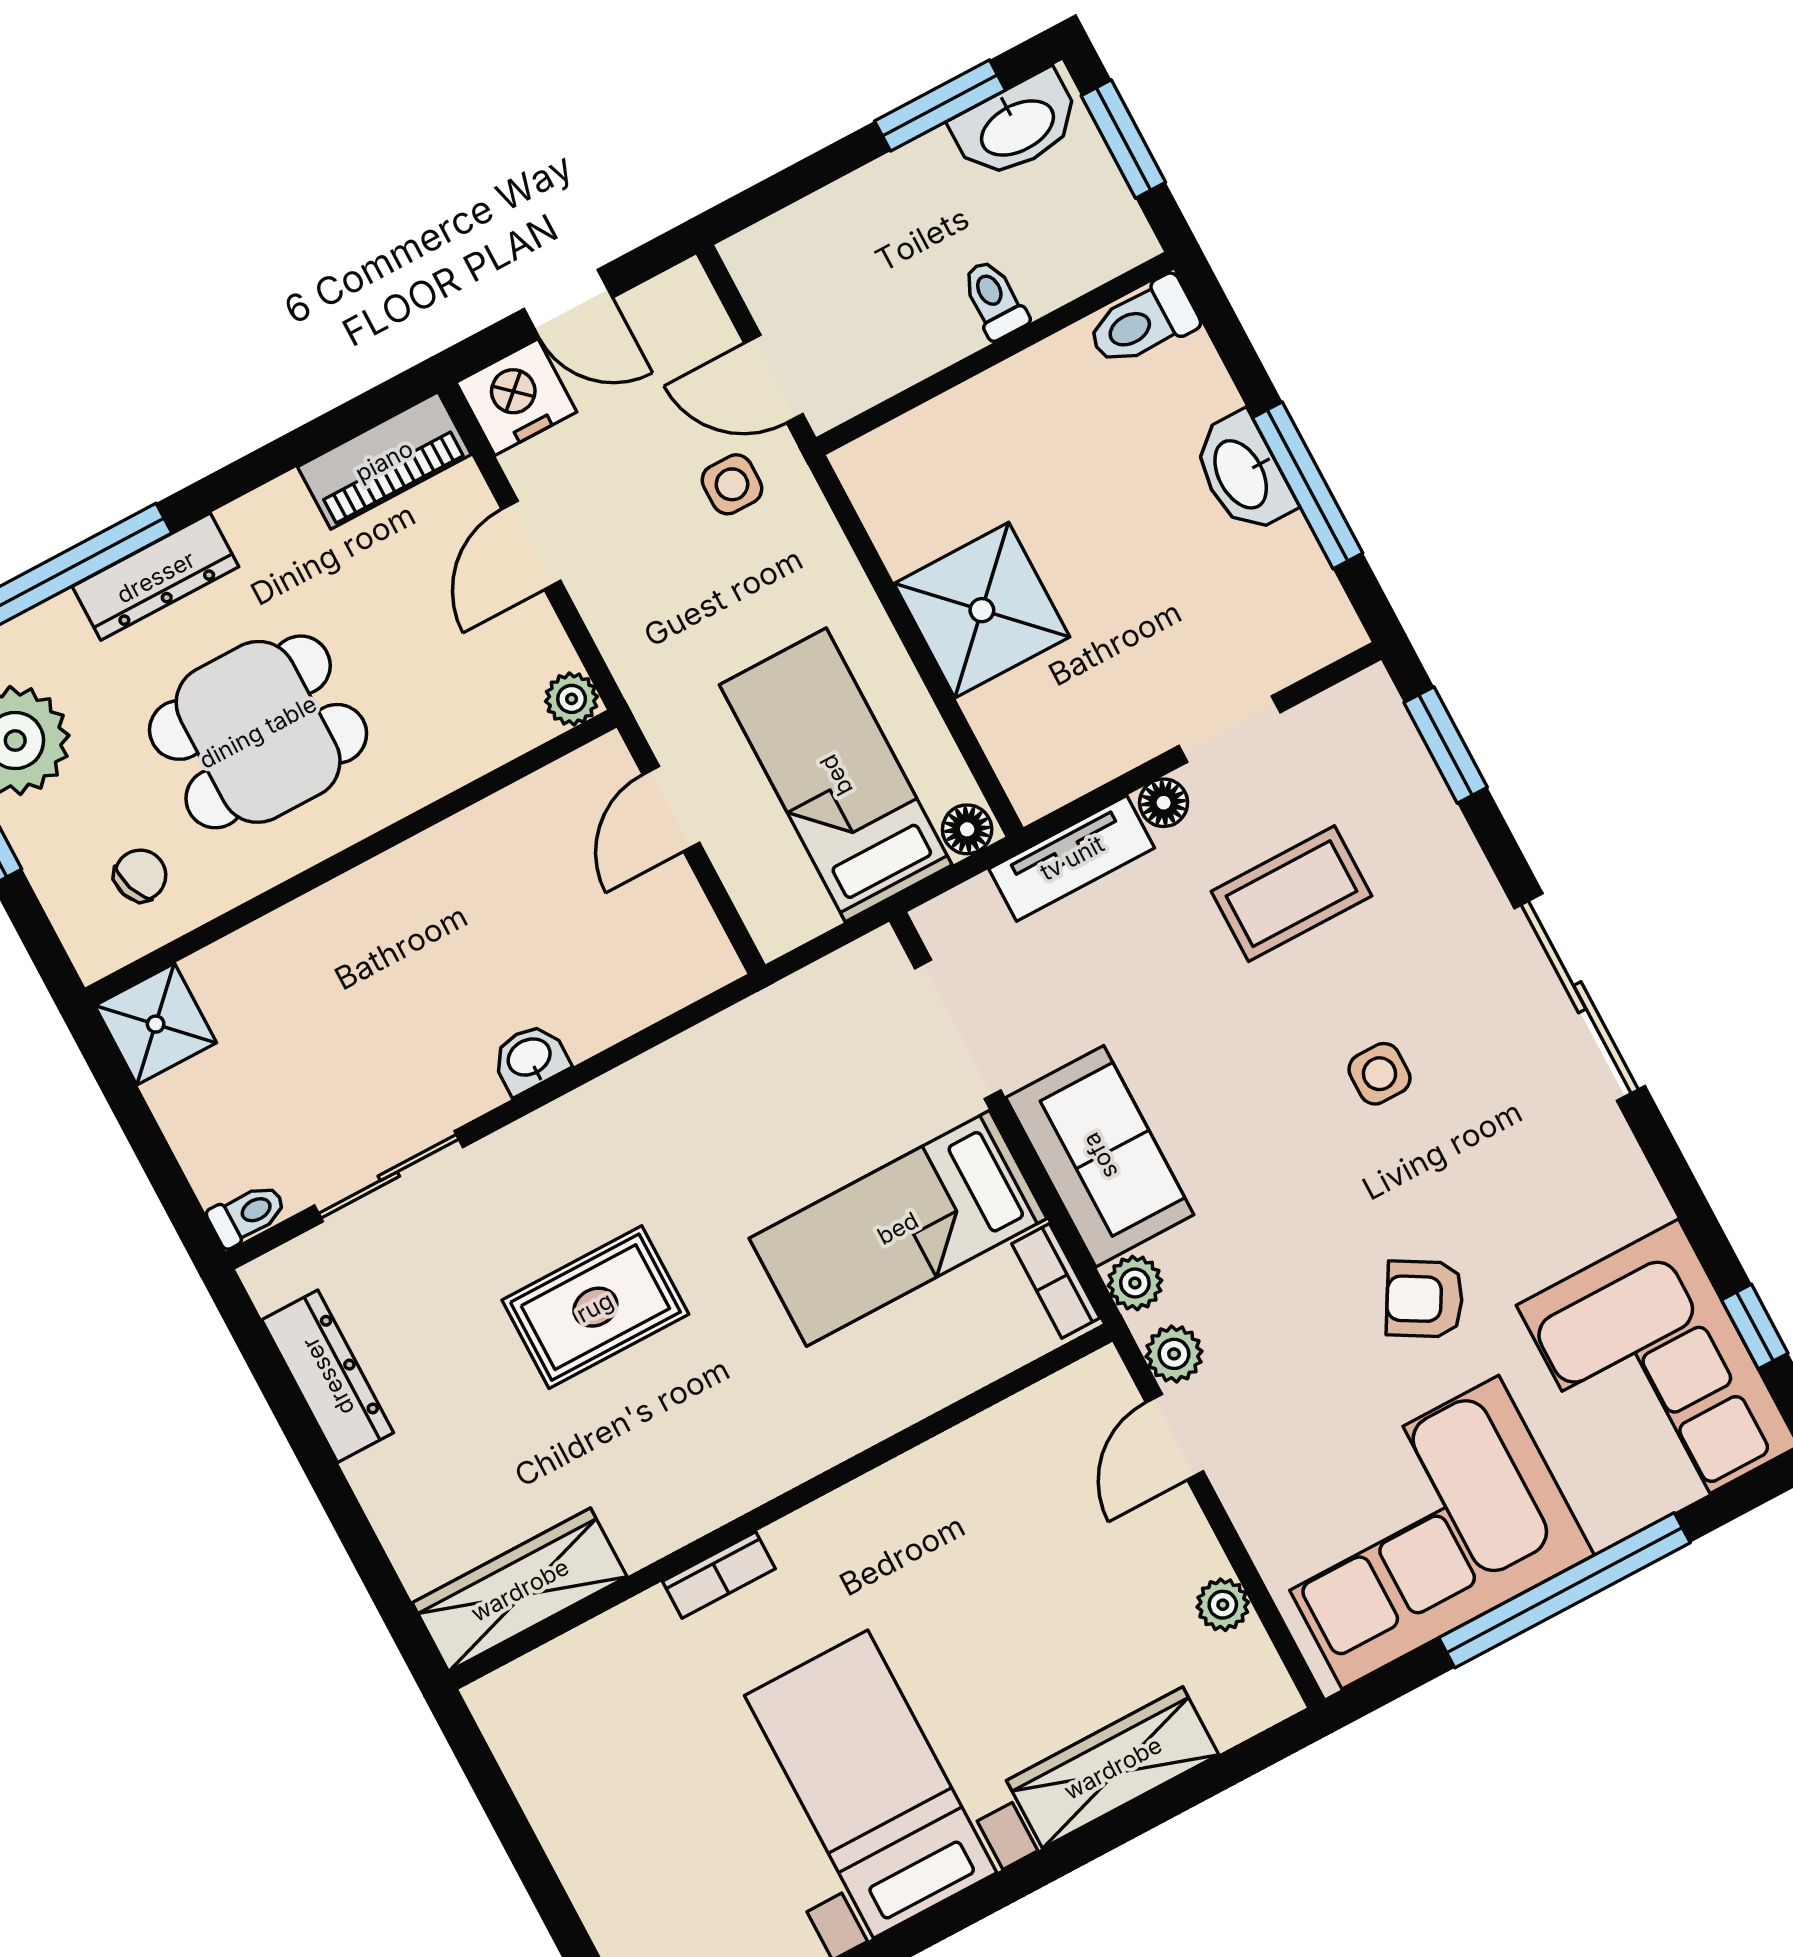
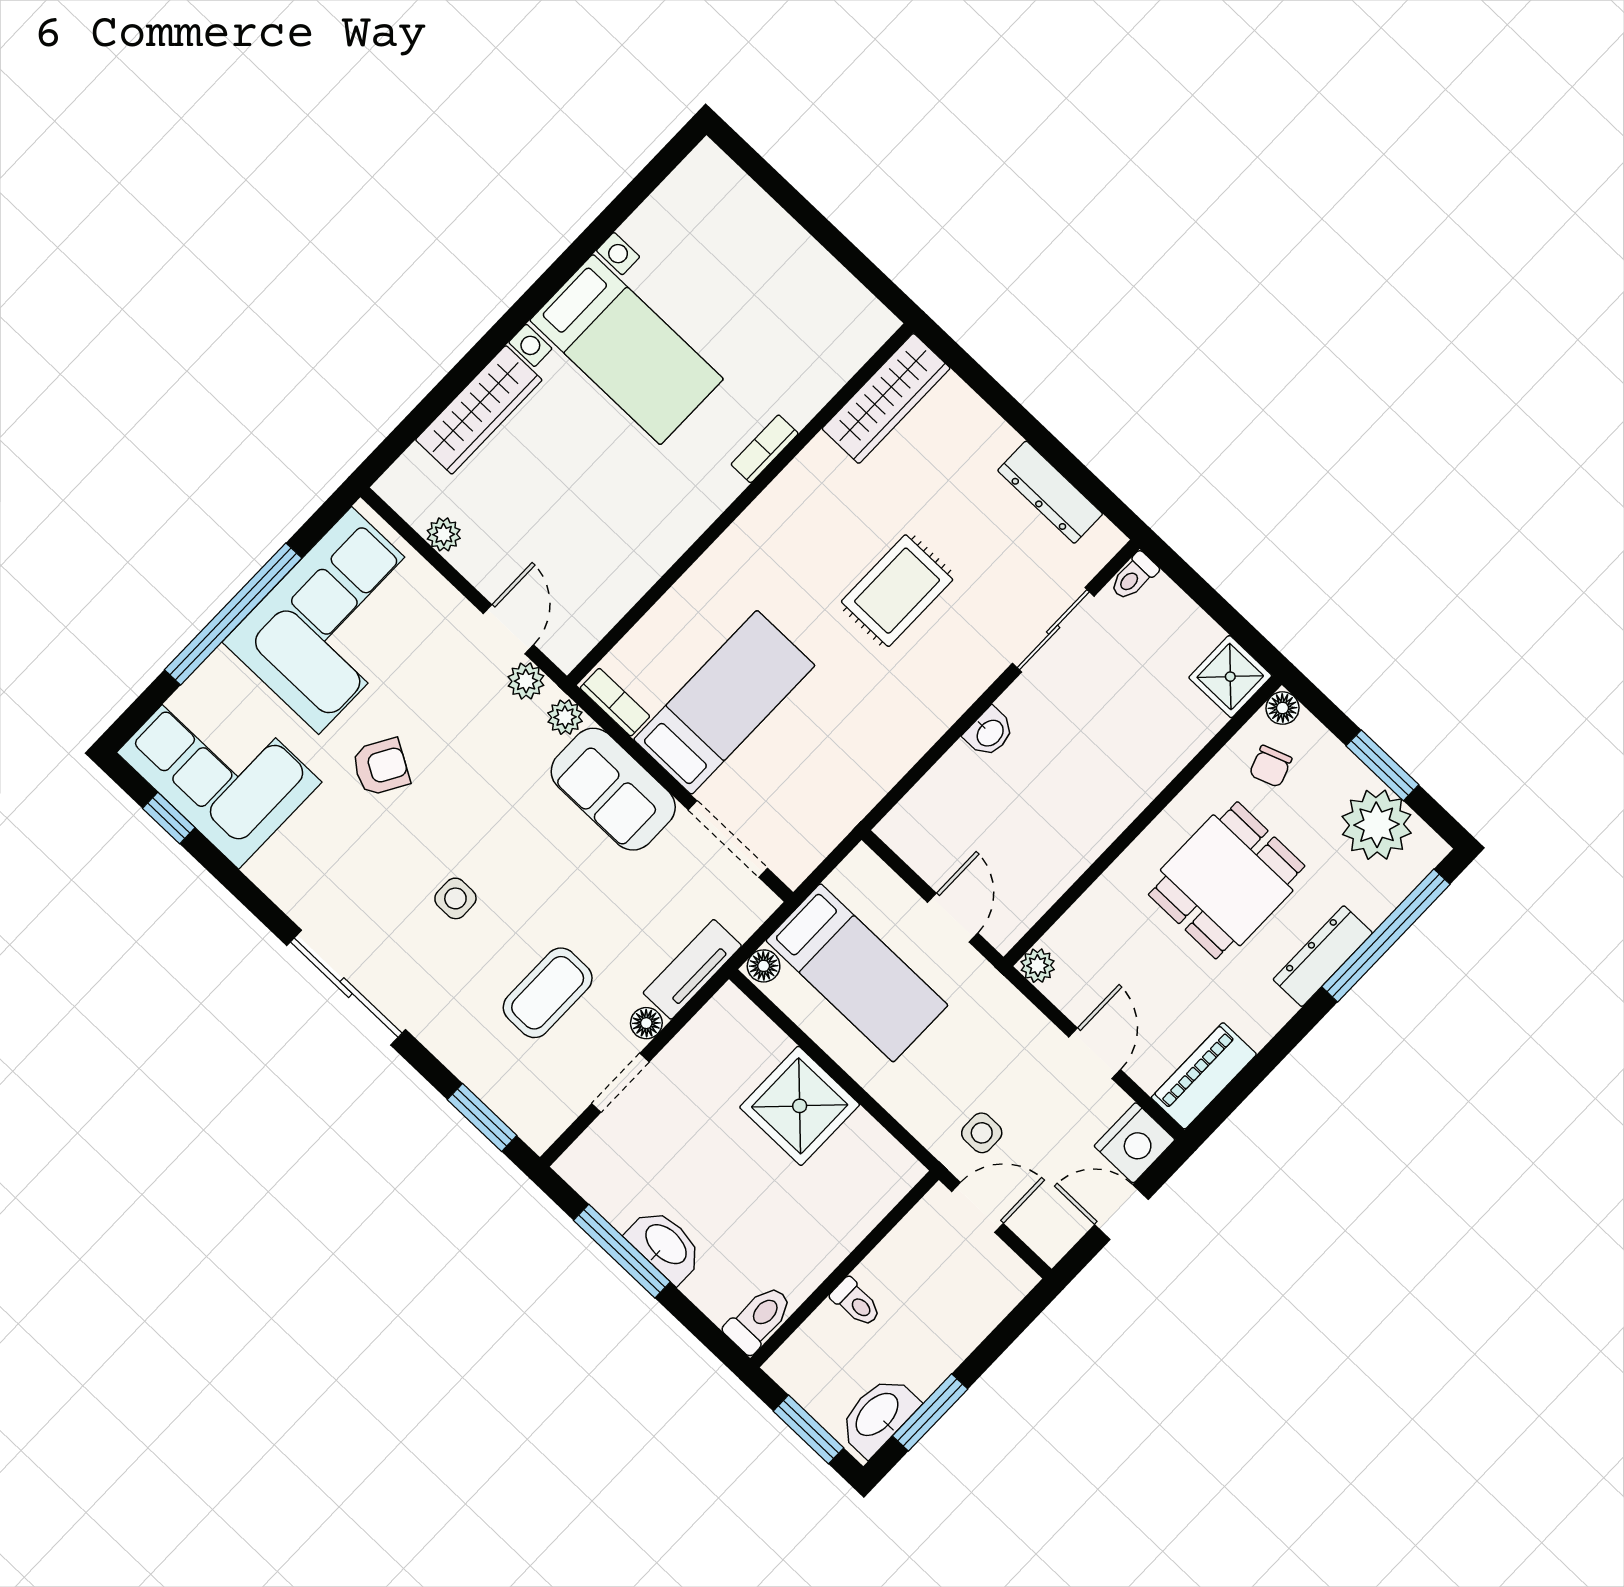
floor lamp: (95, 954) -> (1283, 708), added

